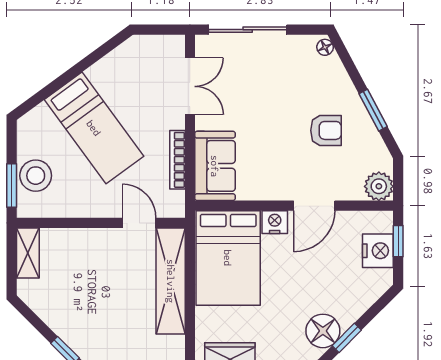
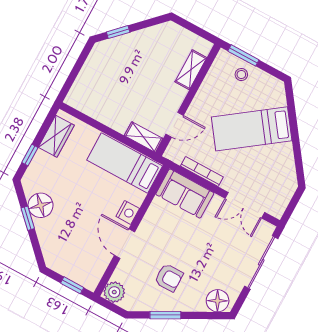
floor lamp: (325, 47) -> (218, 301), width x1.89, depth x1.89
armchair: (326, 130) -> (169, 278), turned -90
stool: (36, 176) -> (241, 75), width x0.53, depth x0.53
nightstand: (378, 251) -> (73, 269), removed
shelving: (28, 253) -> (191, 70), moved, turned 90
bed: (228, 258) -> (125, 163), width x0.67
shelving: (171, 281) -> (144, 137), width x0.45, depth x0.75

